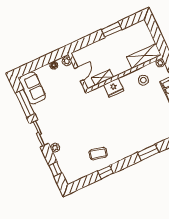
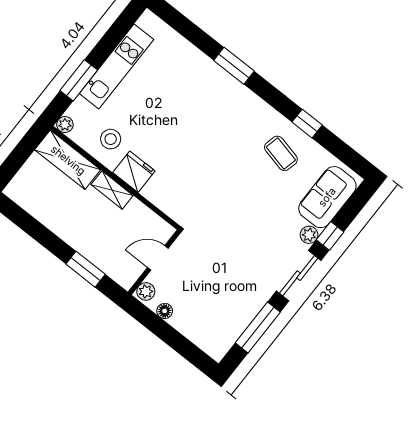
window: (111, 30) -> (86, 269), moved
shelving: (102, 77) -> (112, 190), moved
sofa: (32, 88) -> (327, 197), moved
fridge: (114, 88) -> (134, 172), moved
window: (55, 169) -> (330, 236), moved

